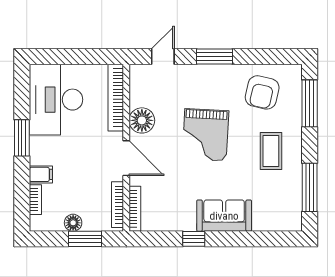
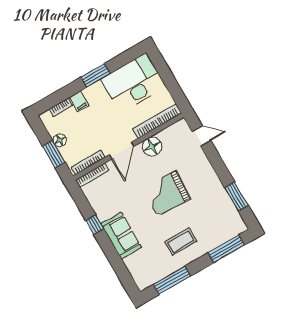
window: (215, 57) -> (236, 196), moved
armchair: (262, 92) -> (215, 214), removed

